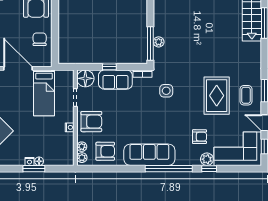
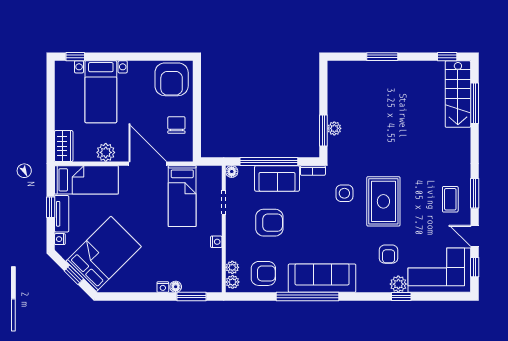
window: (150, 43) -> (323, 131), width x0.69
window: (109, 67) -> (269, 162), width x3.17
floor lamp: (85, 78) -> (232, 172), width x0.53, depth x0.53
rug: (217, 96) -> (383, 201), moved
armchair: (91, 122) -> (269, 223), moved
armchair: (199, 137) -> (389, 254), turned 90
window: (34, 169) -> (191, 297), moved
window: (169, 169) -> (307, 297), moved

